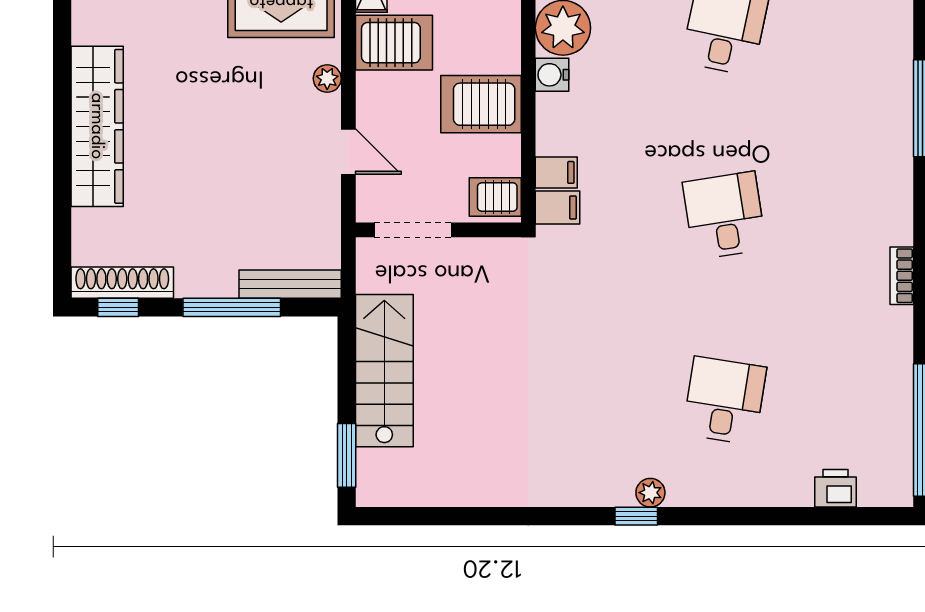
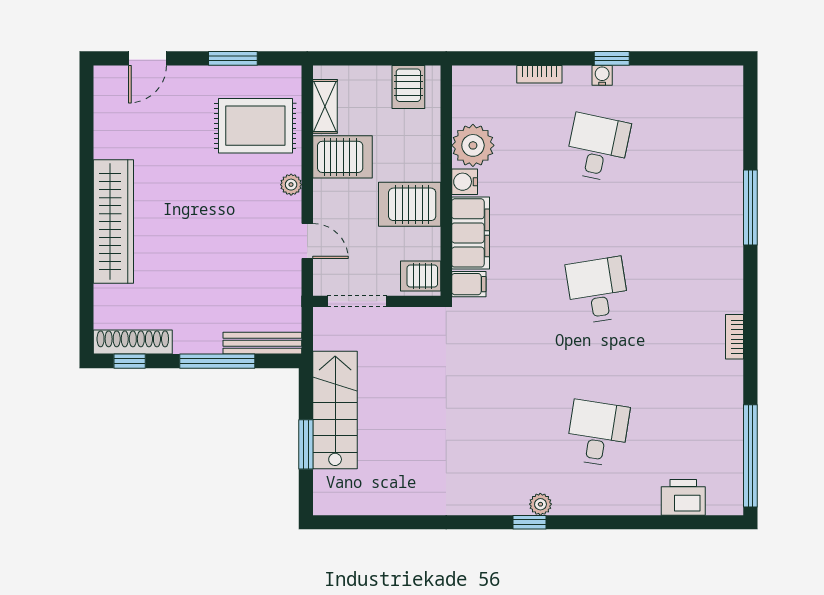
filing cabinet: (556, 172) -> (471, 233), width x3.00, depth x1.17
window: (347, 455) -> (306, 444), moved
printer: (835, 488) -> (683, 497), width x1.36, depth x1.24

